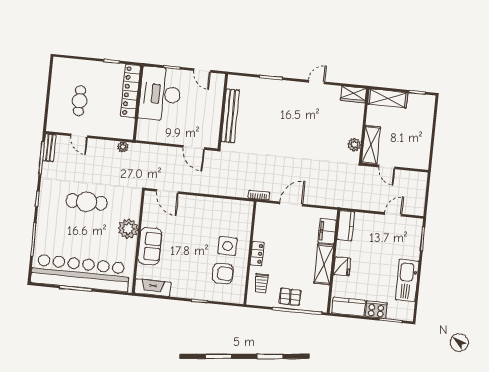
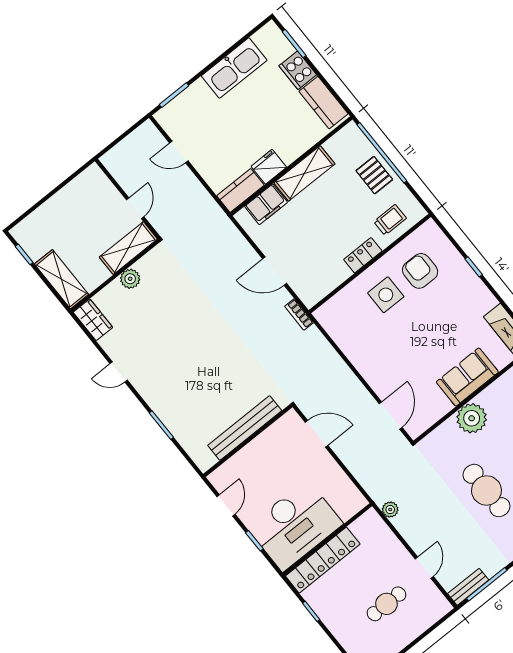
plant: (354, 145) -> (130, 279), moved
door: (194, 147) -> (316, 434), hinge flipped
fridge: (342, 266) -> (269, 167), moved

